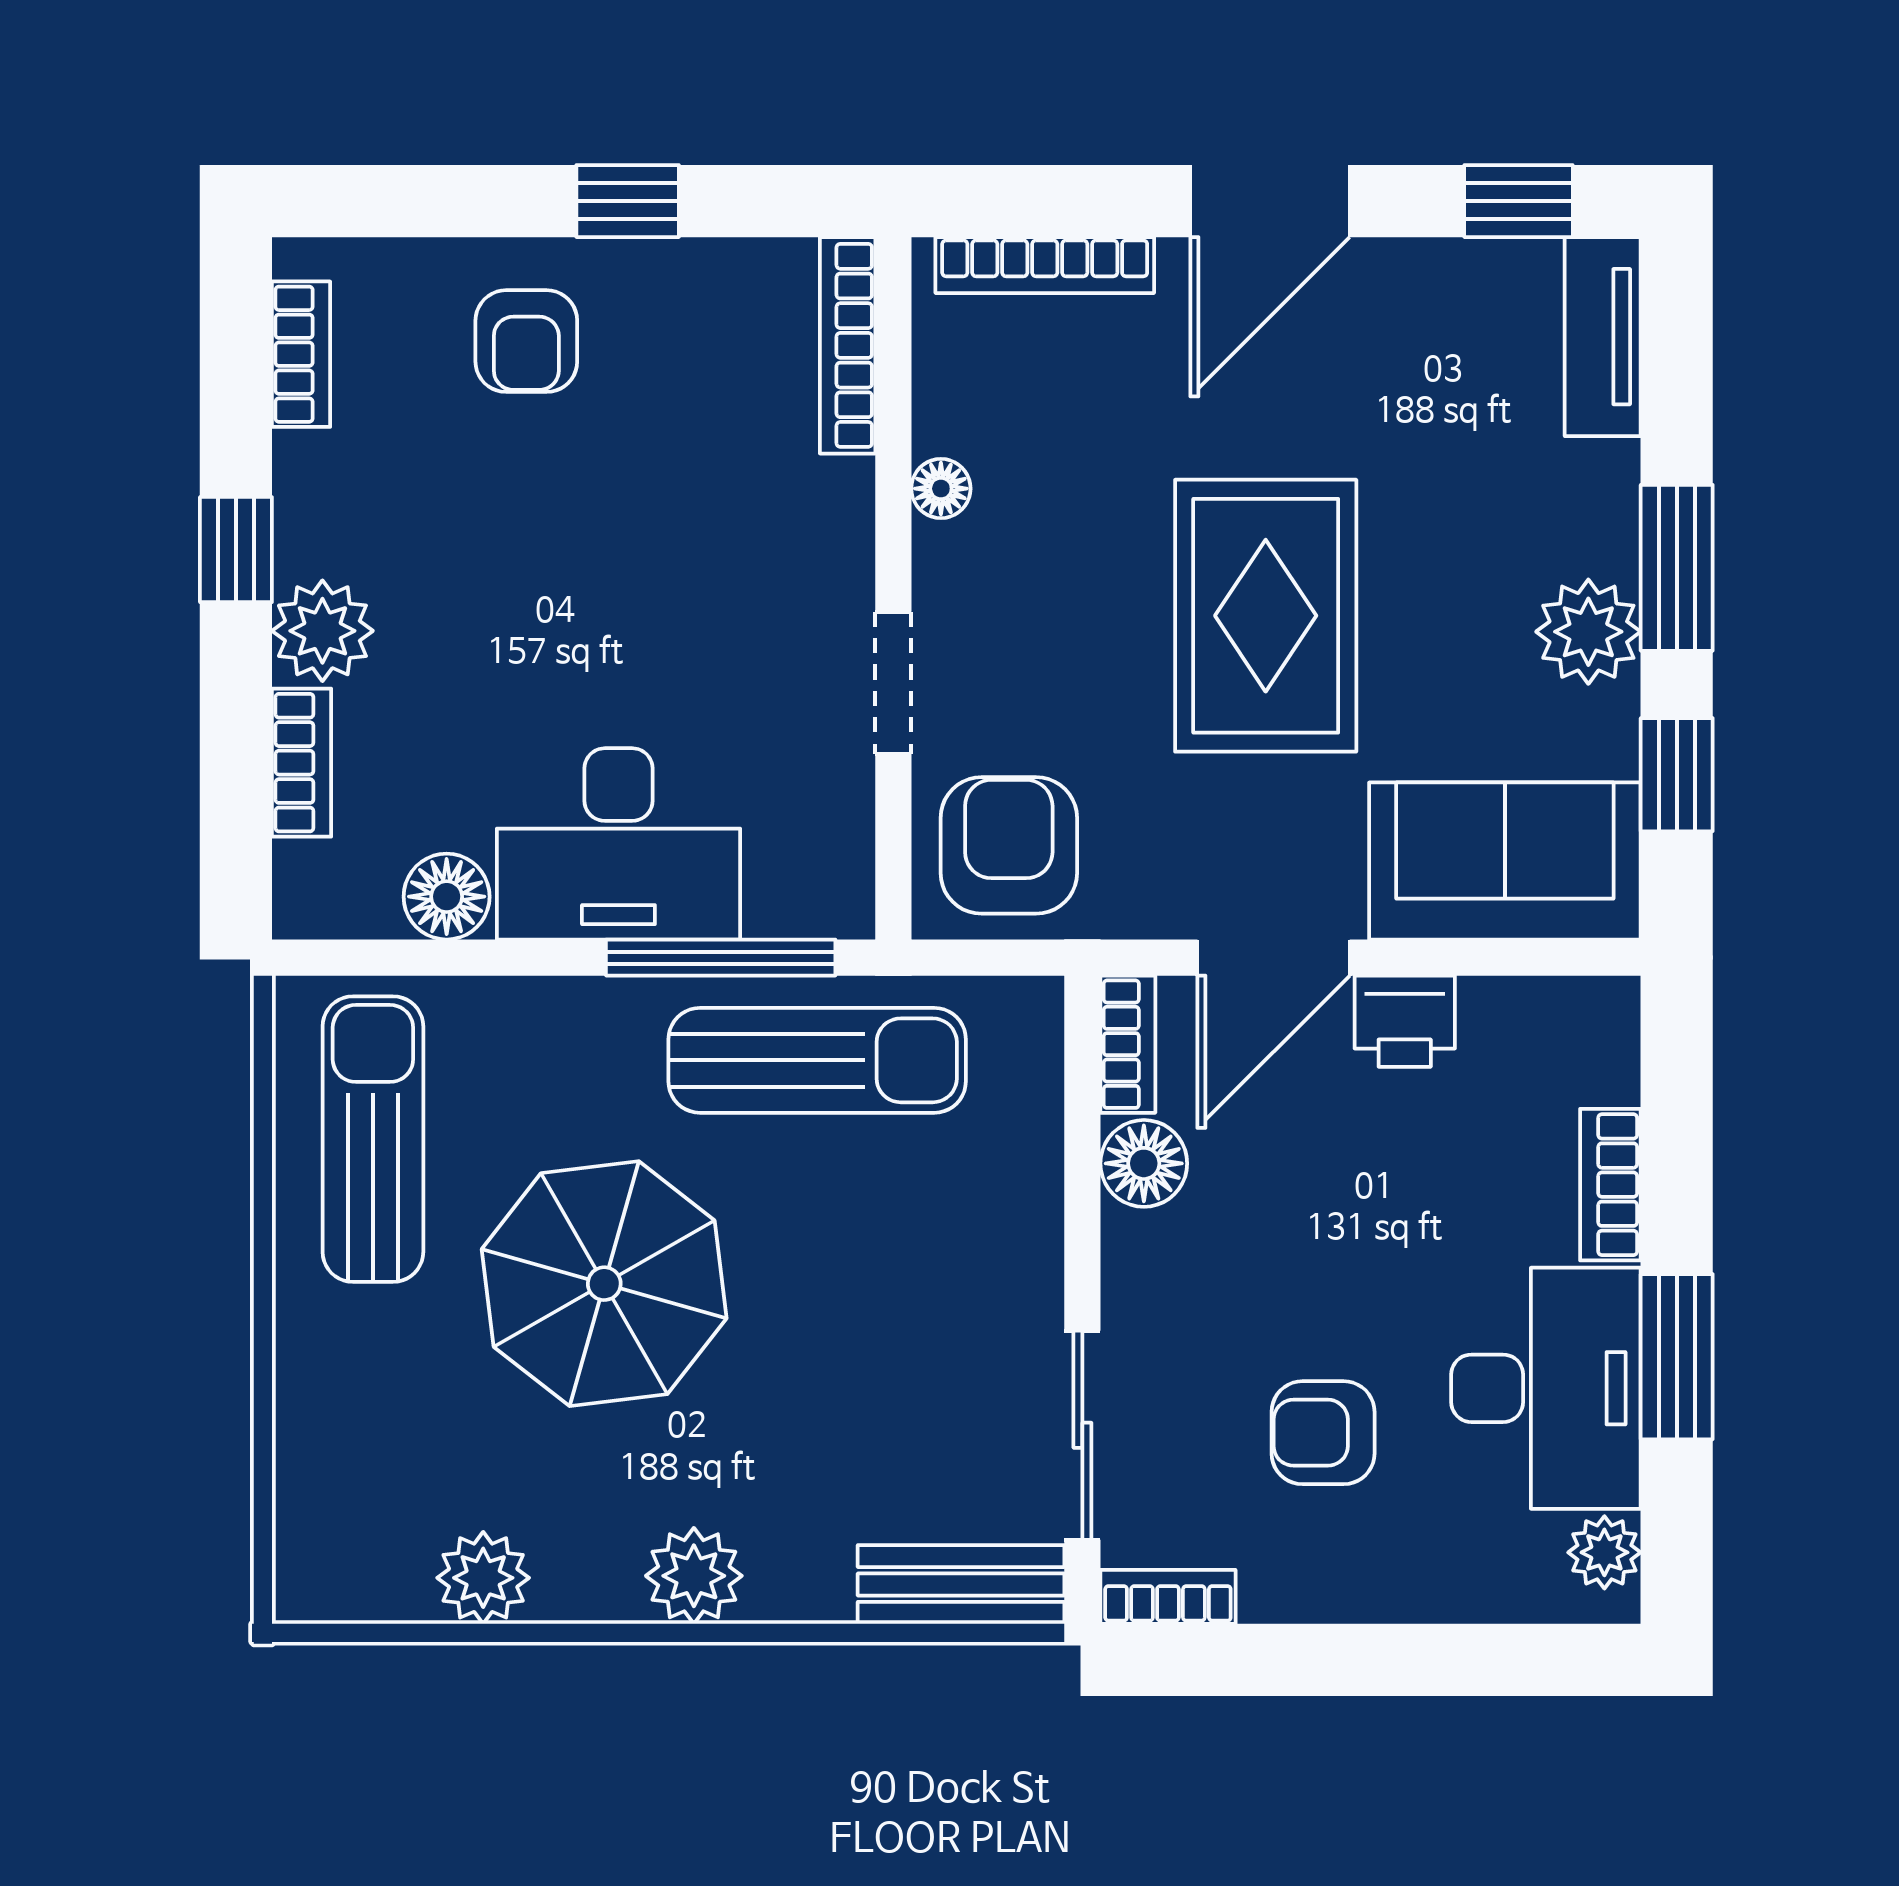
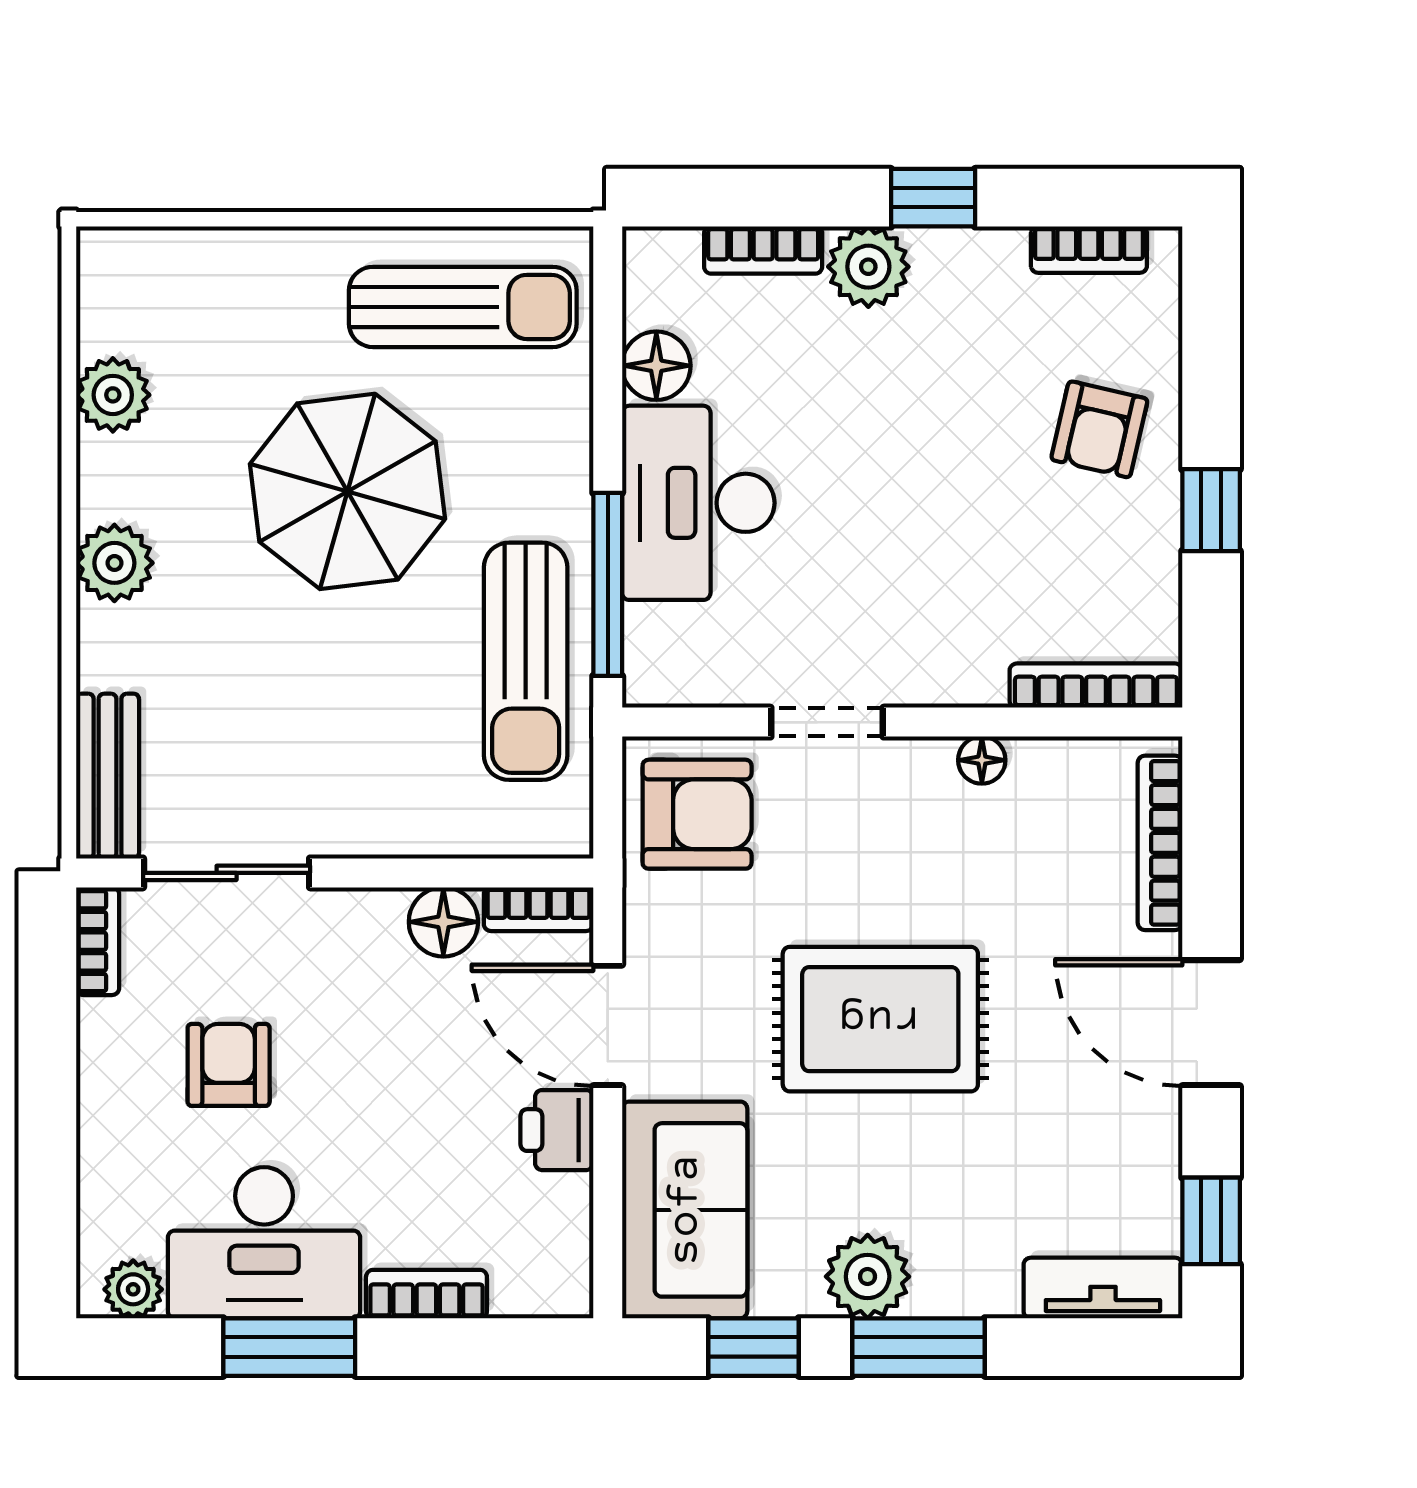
armchair: (526, 341) -> (1099, 429), turned -77

